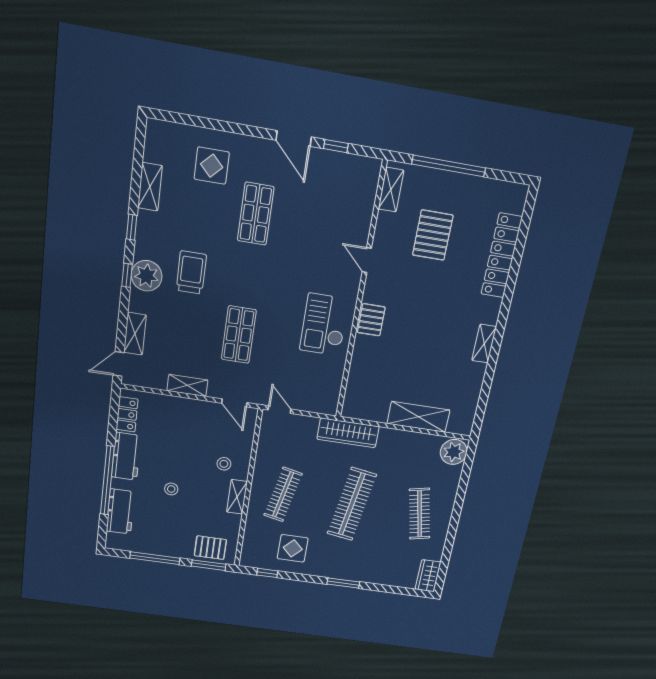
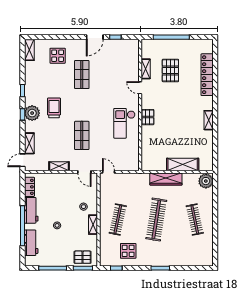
door: (294, 139) -> (95, 37), hinge flipped
shelving: (150, 187) -> (29, 50), moved
shelving: (391, 190) -> (146, 69), moved
wardrobe: (348, 433) -> (166, 179), moved
wardrobe: (428, 576) -> (207, 257), removed

